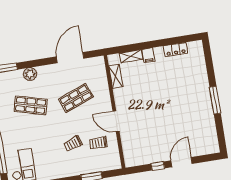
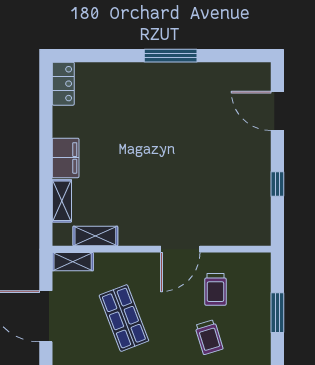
locker: (176, 50) -> (63, 84), moved
filing cabinet: (148, 55) -> (66, 158), width x2.00
shelving: (101, 67) -> (73, 262), added
door: (182, 162) -> (277, 111), moved

